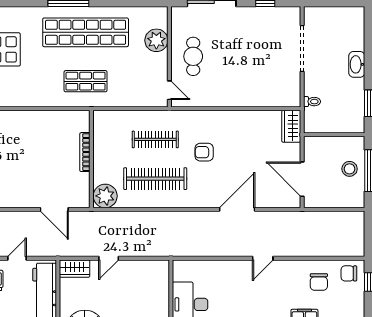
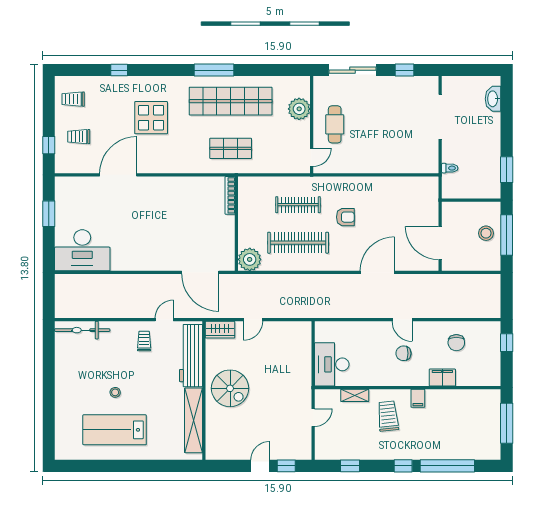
washbasin: (357, 64) -> (493, 99), moved
door: (169, 90) -> (312, 157), hinge flipped
wardrobe: (291, 126) -> (430, 192), removed
bookcase: (85, 152) -> (230, 195), moved
armchair: (204, 152) -> (345, 217), turned 180
door: (54, 209) -> (200, 272), width x1.36
door: (263, 258) -> (402, 320), hinge flipped
chair: (349, 273) -> (403, 353), moved

